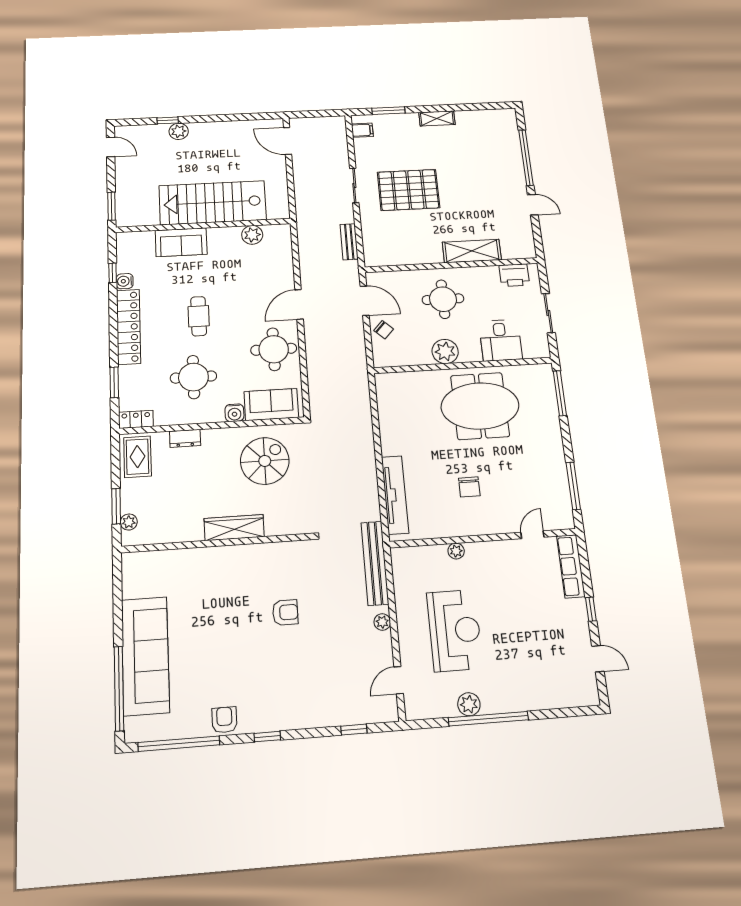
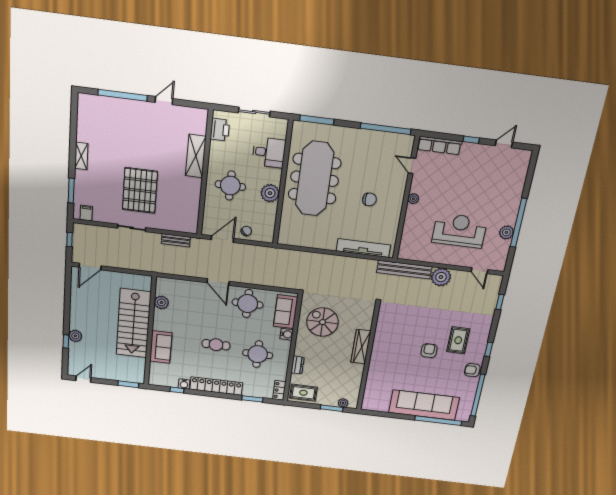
window: (321, 114) -> (69, 240), added
meeting table: (480, 406) -> (315, 179), width x1.36
window: (573, 486) -> (386, 129), width x1.46
plant: (456, 551) -> (413, 199), moved
armchair: (285, 612) -> (429, 351), moved
plant: (382, 622) -> (441, 277), width x1.88, depth x1.88
rug: (274, 680) -> (458, 340), added

